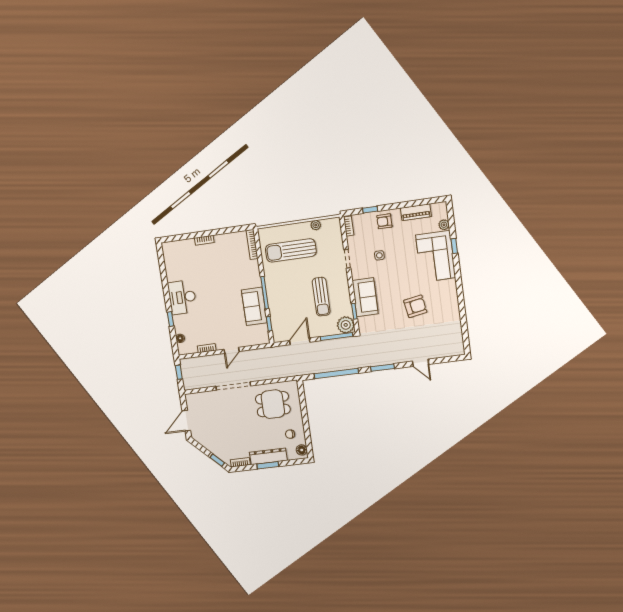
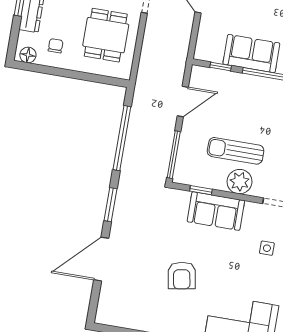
plant: (346, 325) -> (240, 182), moved
door: (300, 341) -> (183, 101), hinge flipped
door: (421, 363) -> (101, 259), width x1.87

